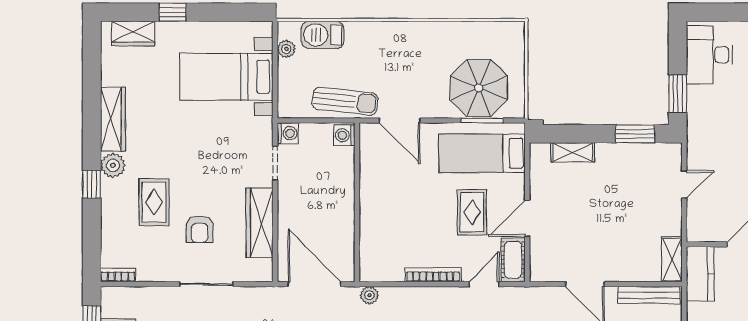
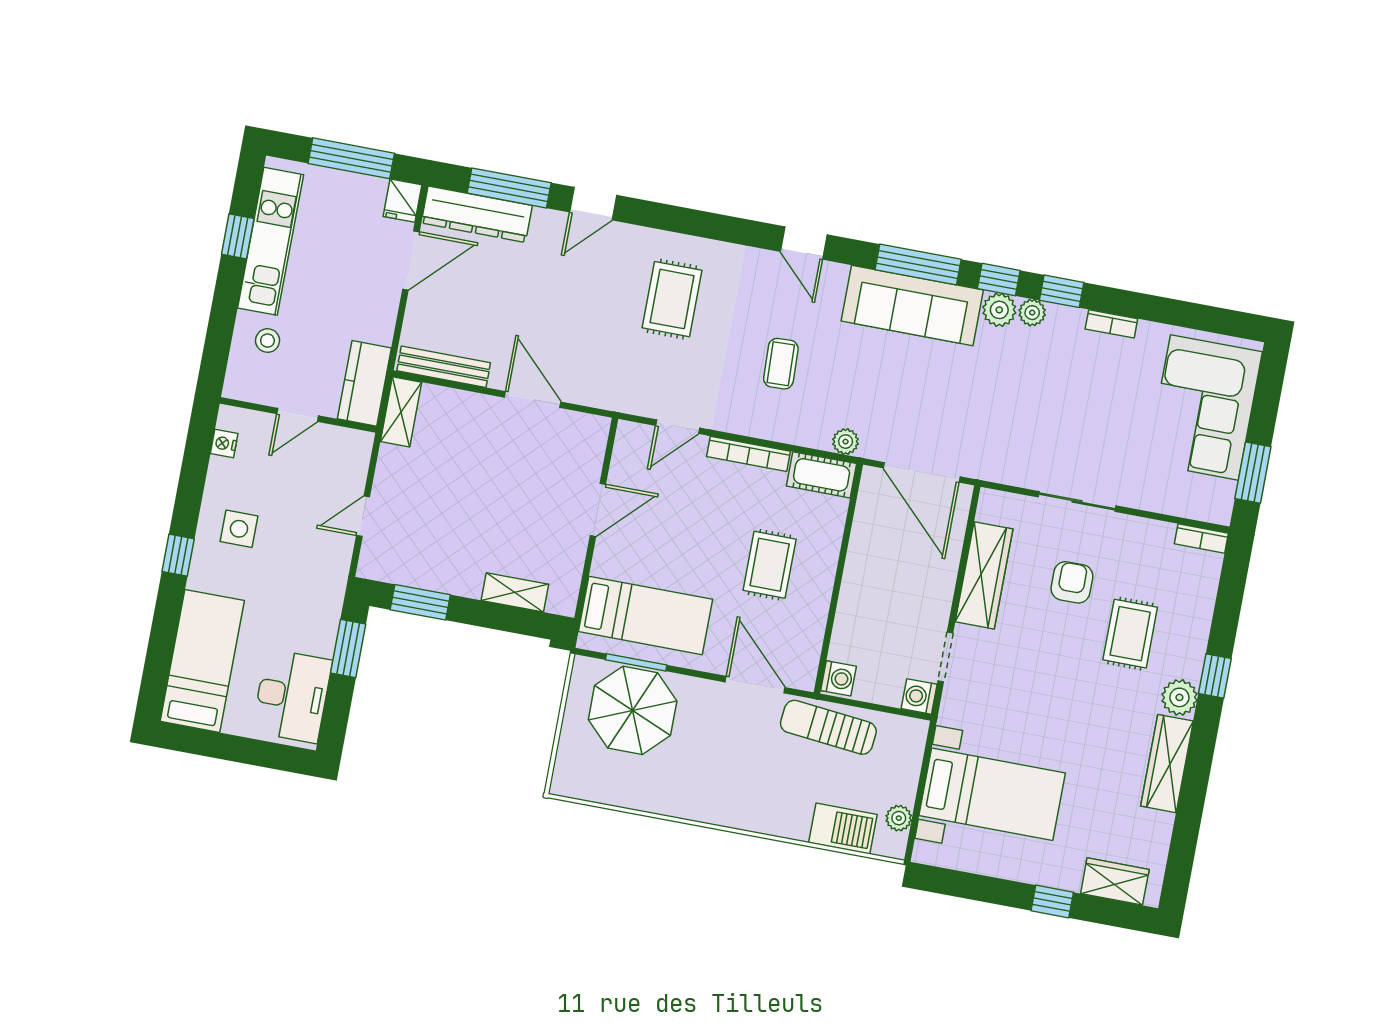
rug: (472, 212) -> (770, 565), moved
cot: (513, 260) -> (822, 475), moved, turned 90

